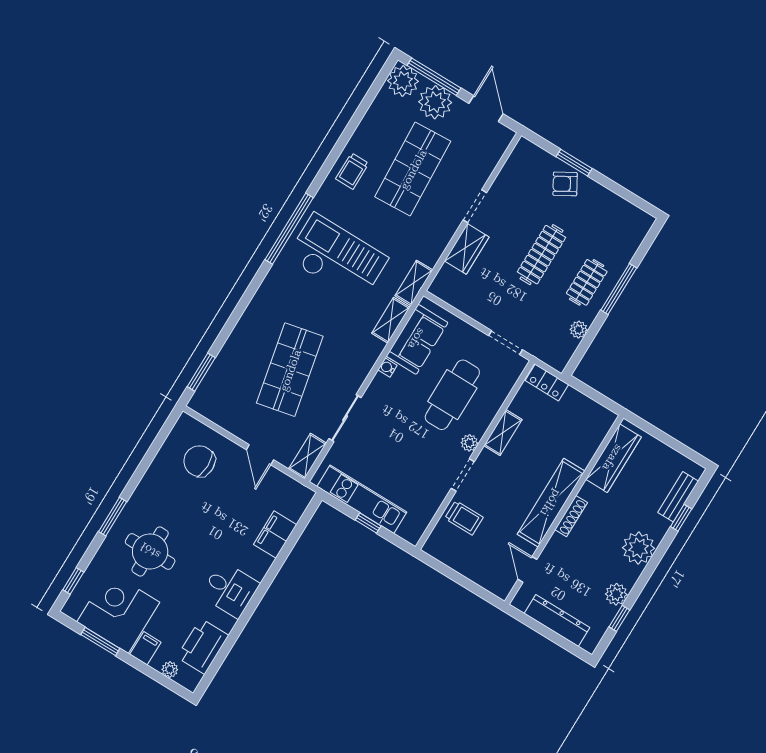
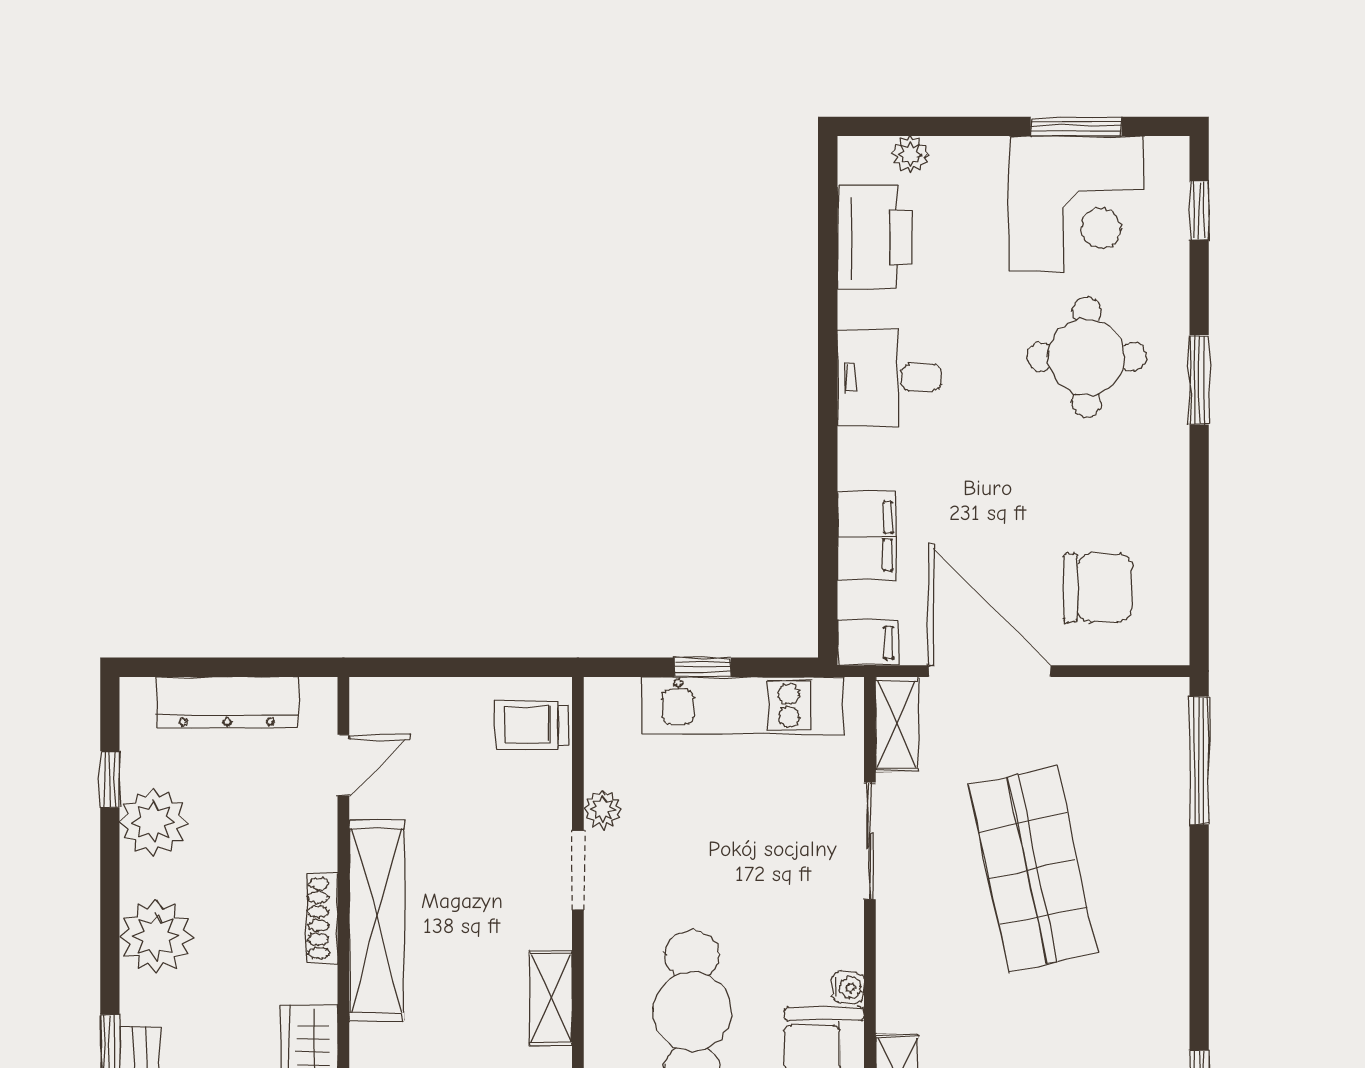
window: (201, 372) -> (1199, 760), width x1.44
plant: (469, 443) -> (603, 809), moved
door: (260, 455) -> (990, 671), width x1.88
trolley: (464, 518) -> (532, 725), moved
door: (527, 569) -> (343, 765), hinge flipped
plant: (616, 594) -> (153, 822), width x1.36, depth x1.36
filing cabinet: (145, 648) -> (868, 643), moved, turned -90

